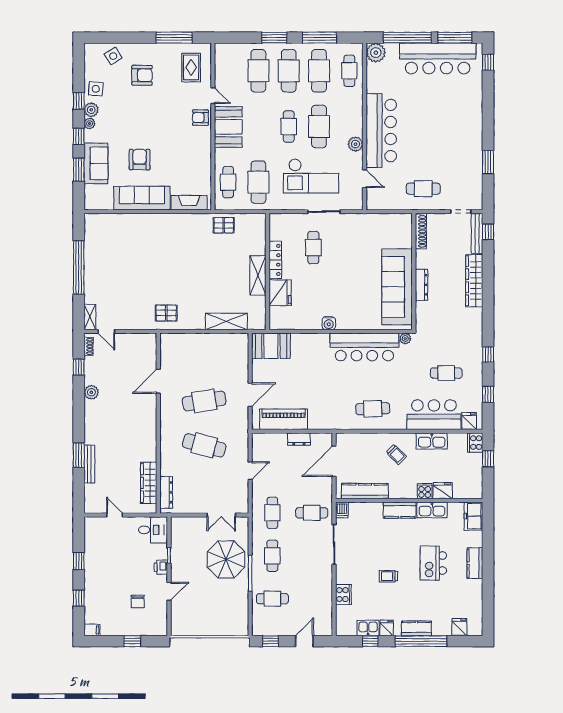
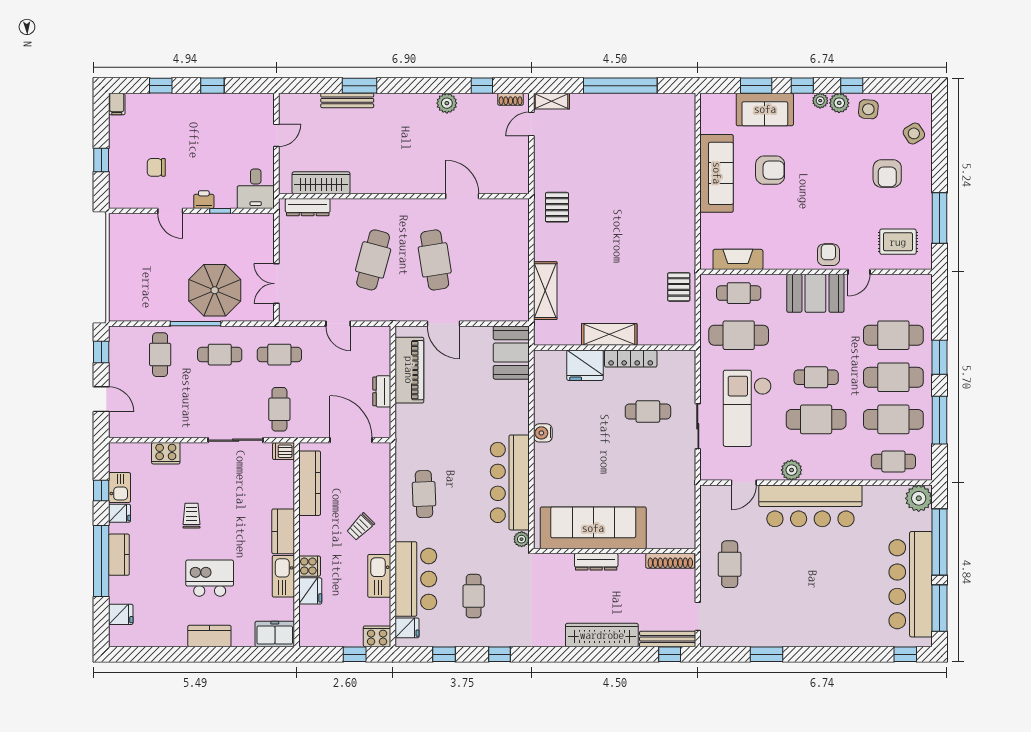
fireplace: (189, 203) -> (738, 259), moved, turned -90

